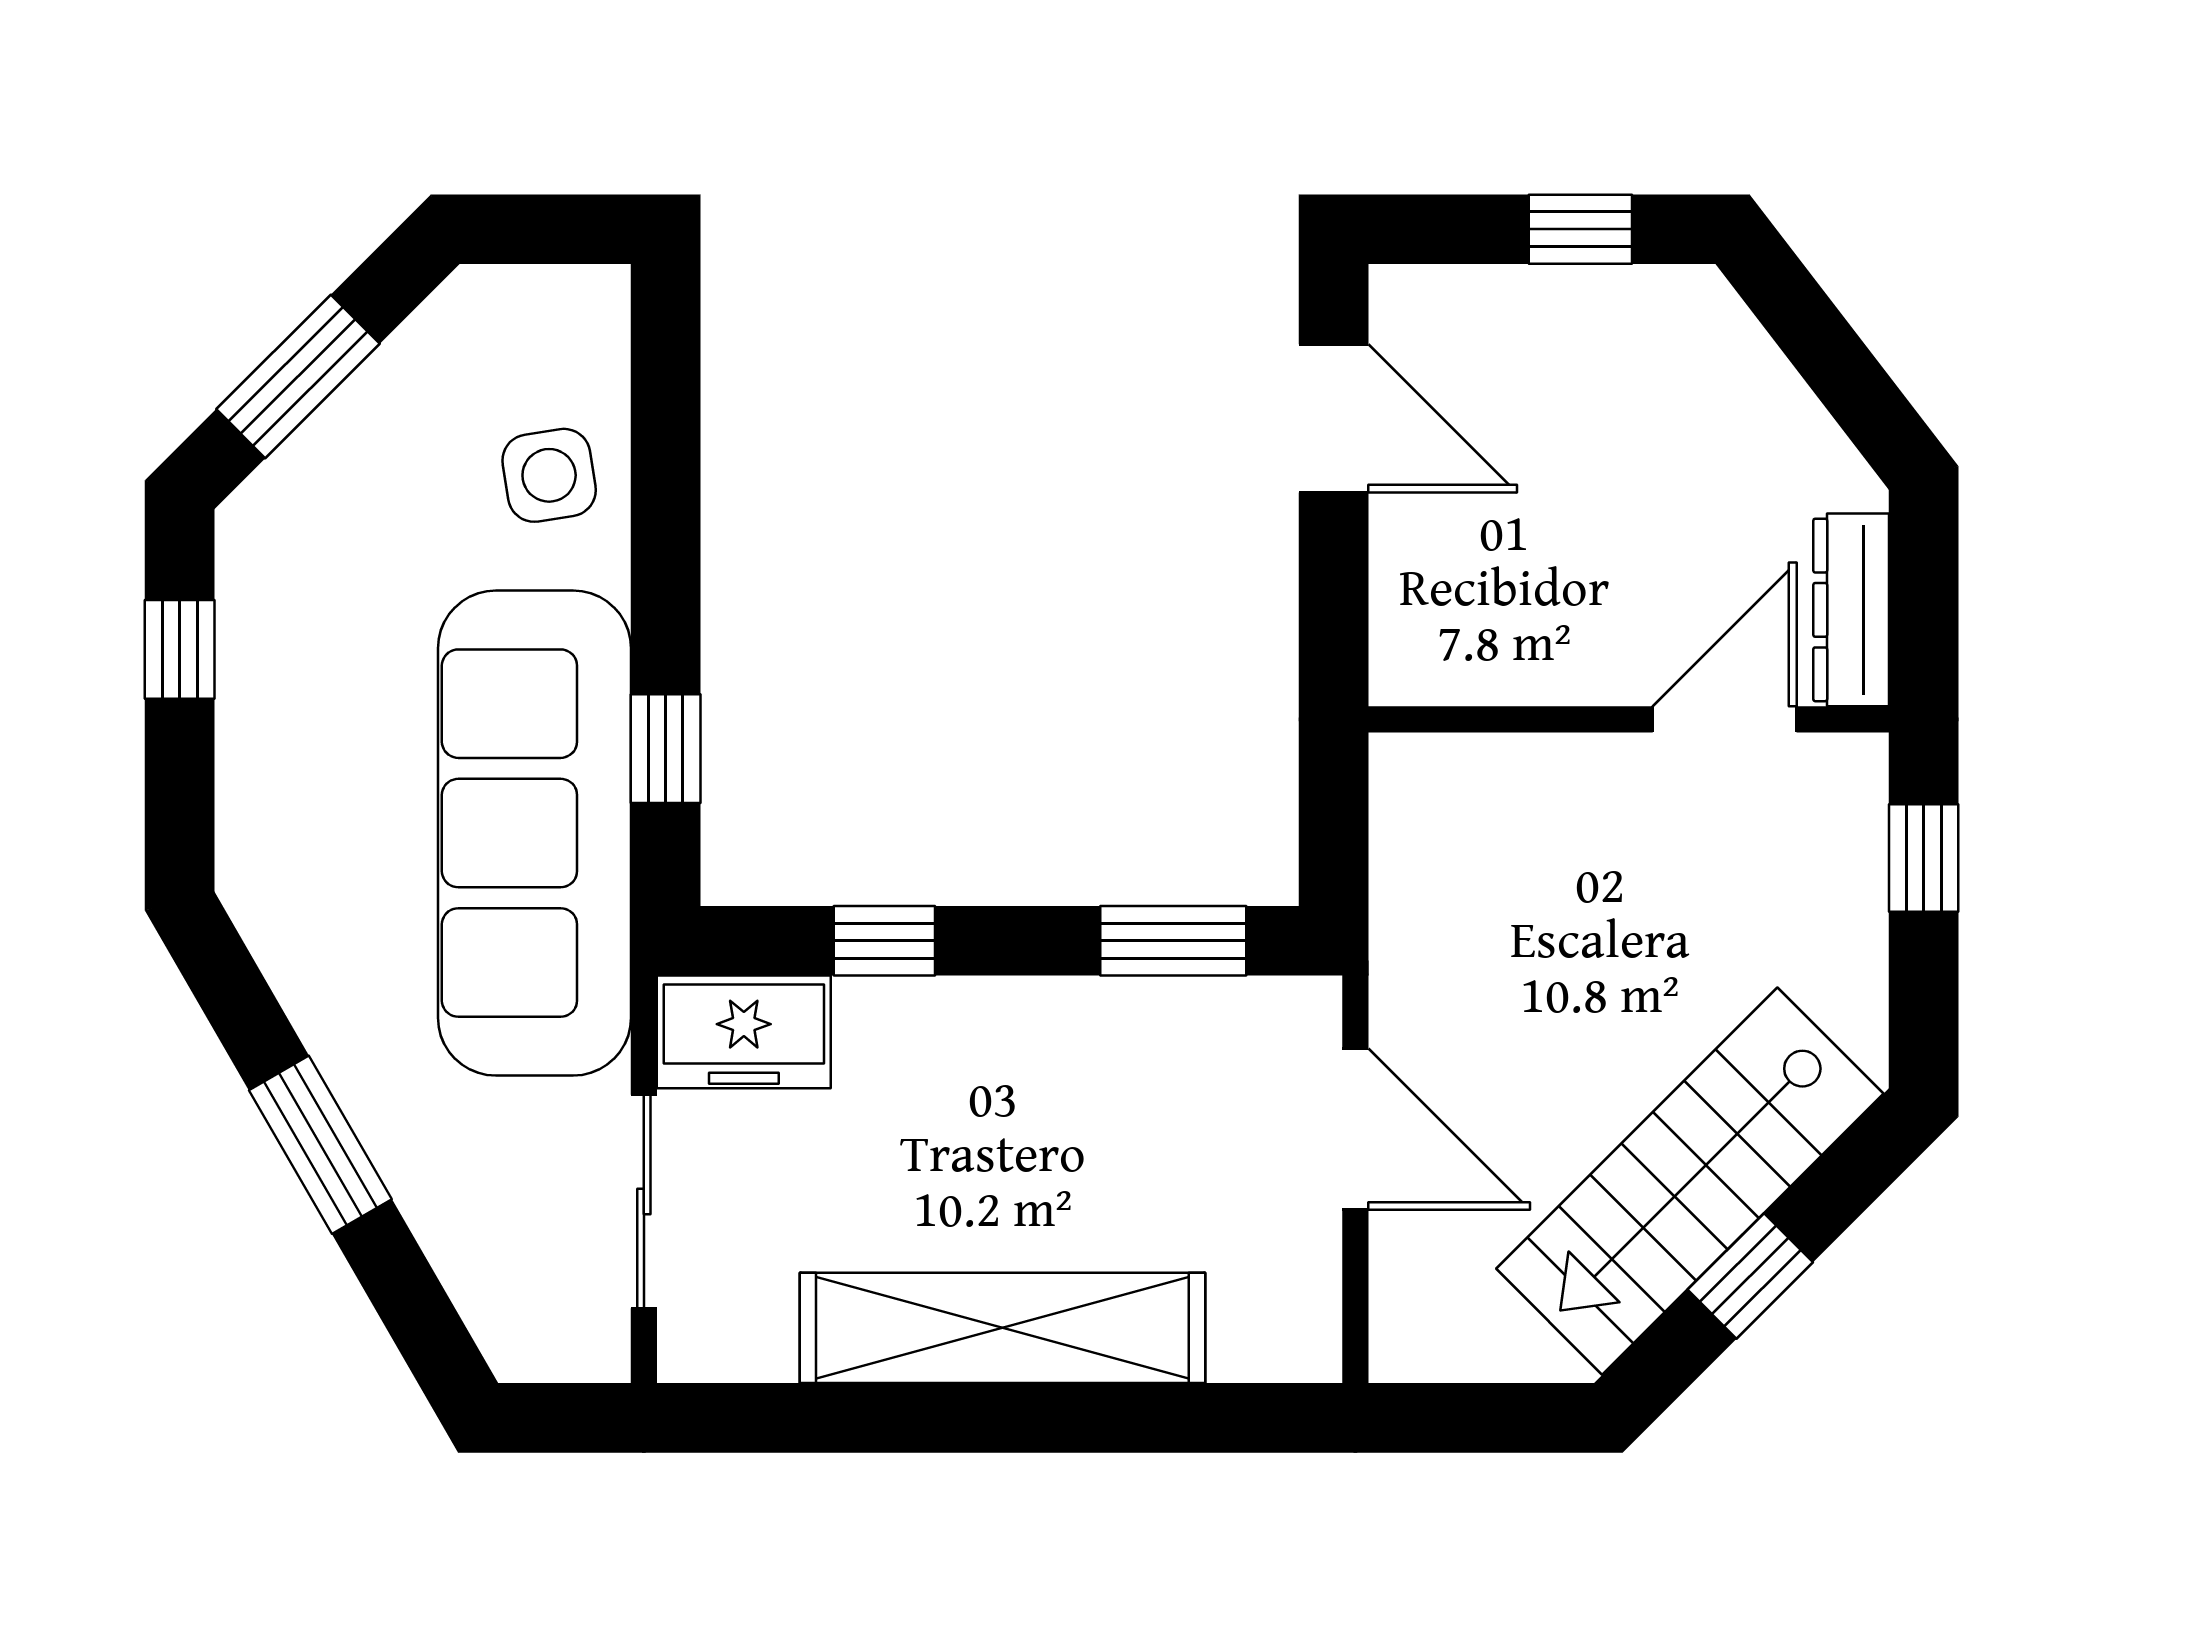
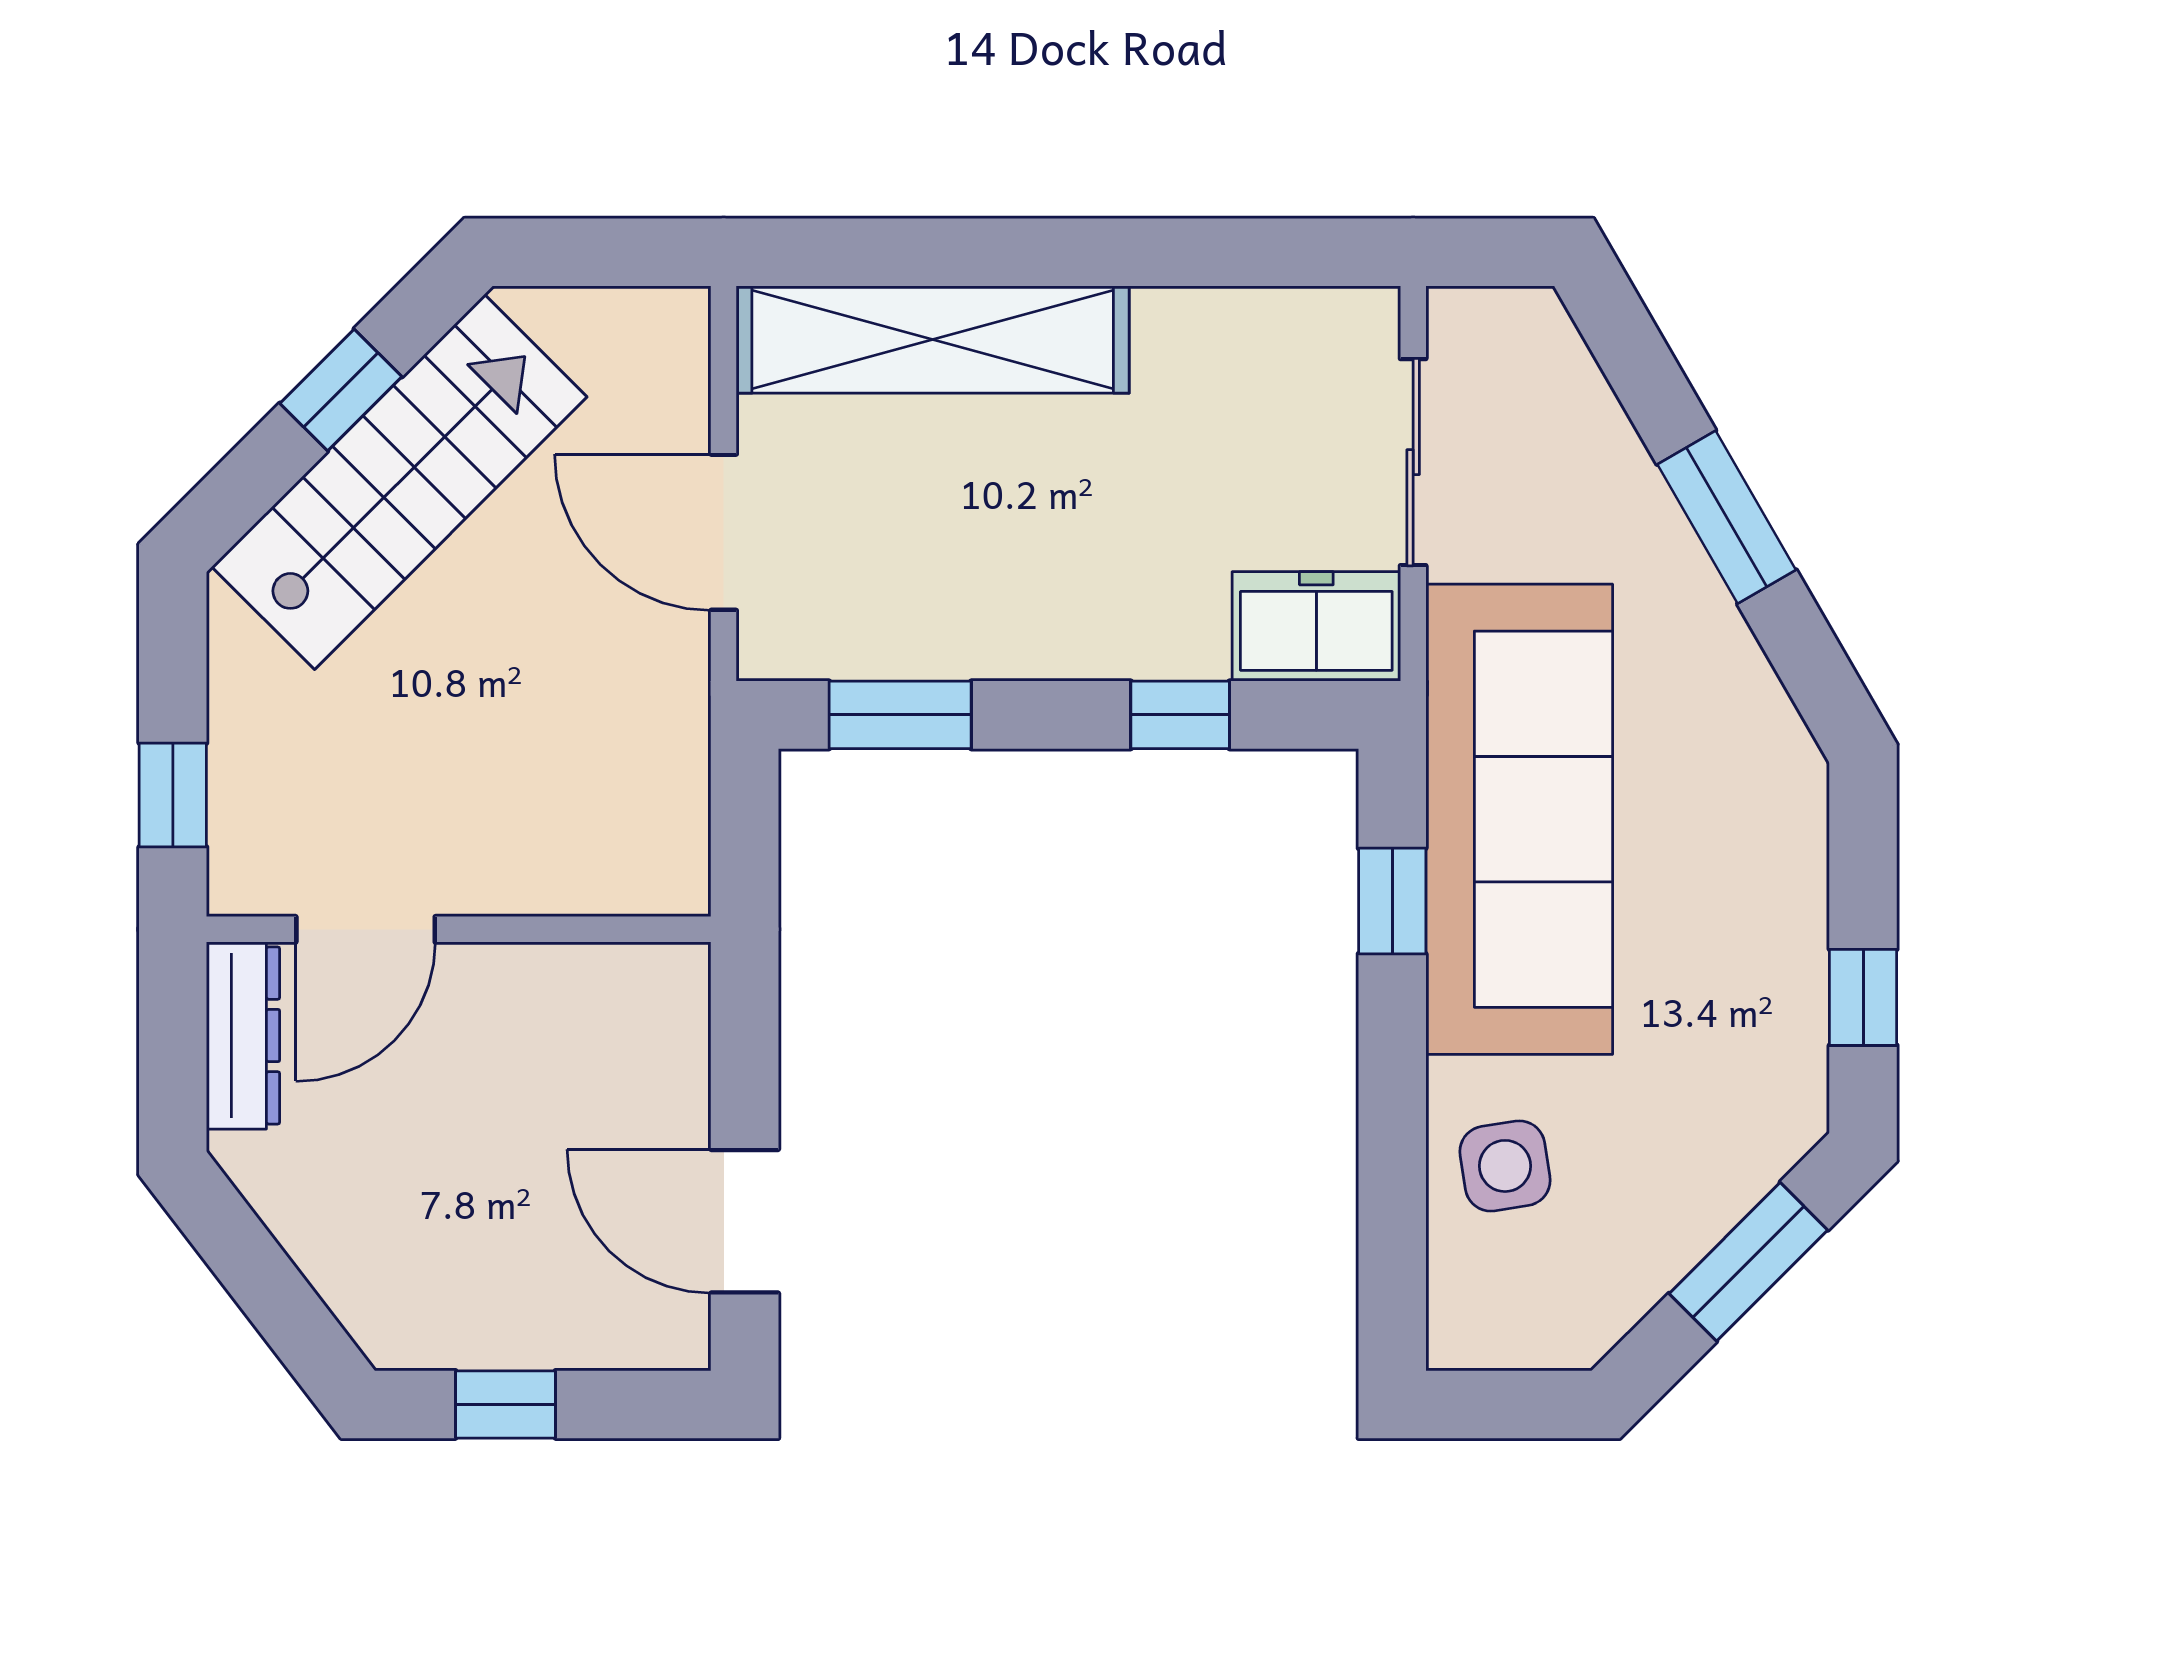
shelving: (1002, 1328) -> (933, 340), moved

